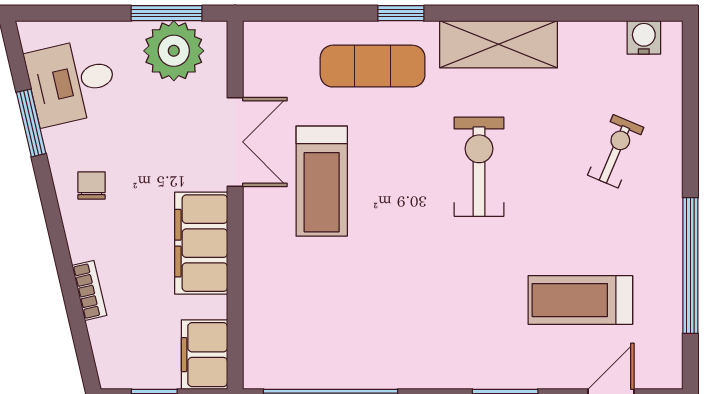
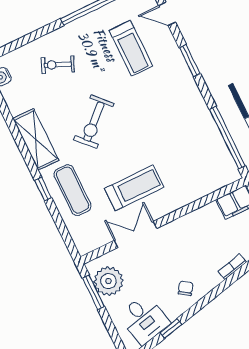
window: (31, 123) -> (171, 328), width x0.67
exercise bike: (479, 167) -> (94, 122), turned -43
chair: (91, 185) -> (186, 288), turned 124
filing cabinet: (201, 243) -> (187, 228), removed

